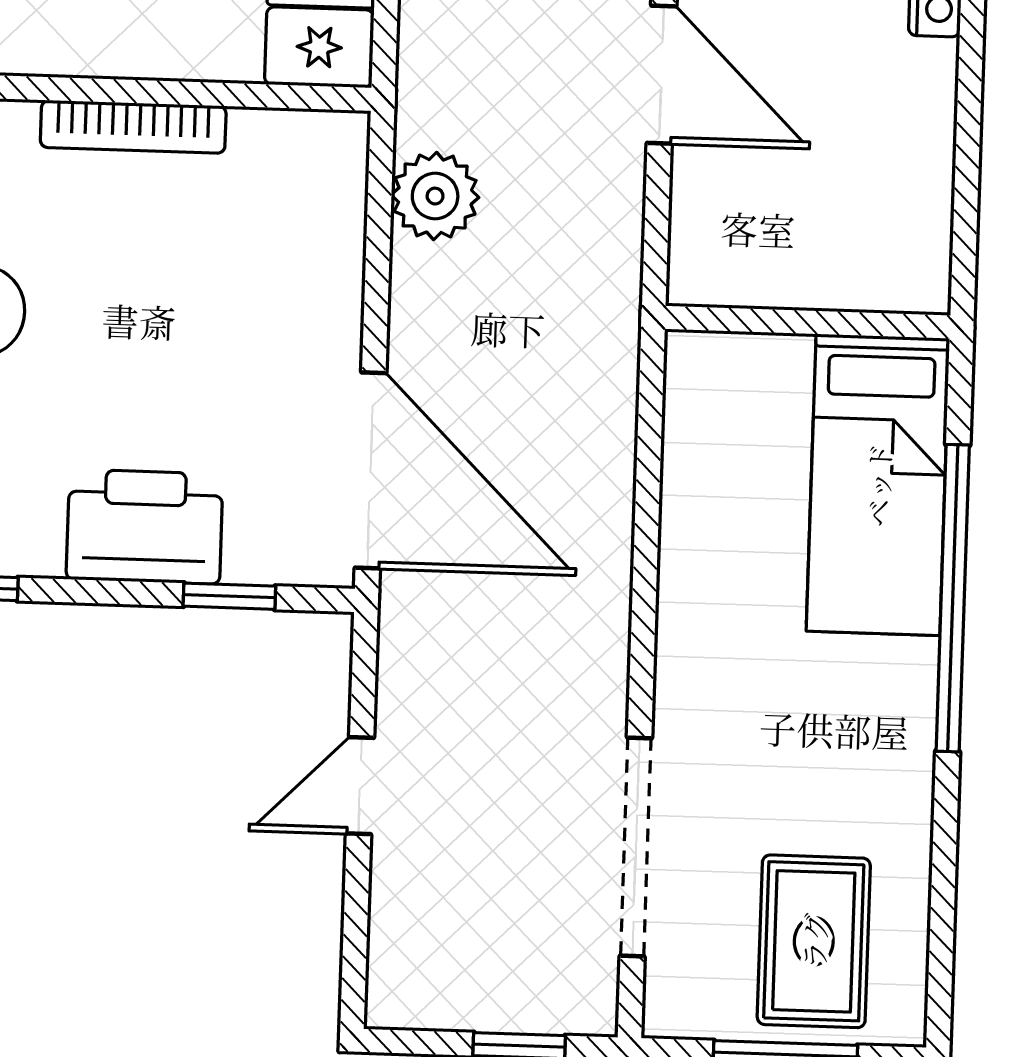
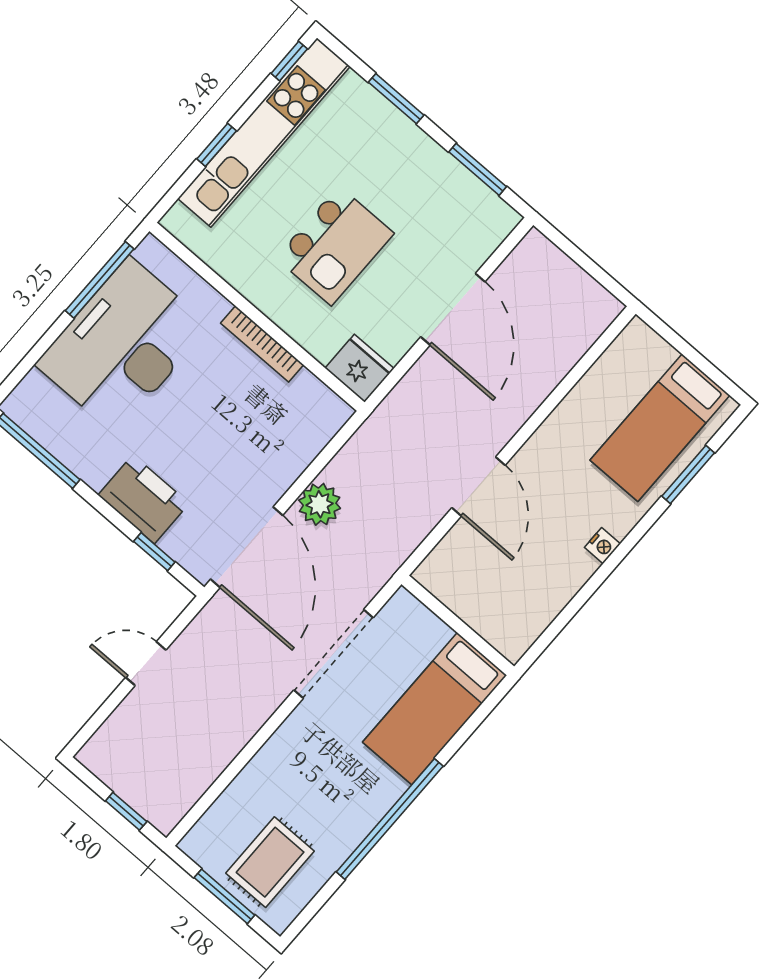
plant: (435, 196) -> (320, 504), moved
window: (953, 598) -> (390, 819), moved
doorway: (636, 847) -> (334, 654), moved

